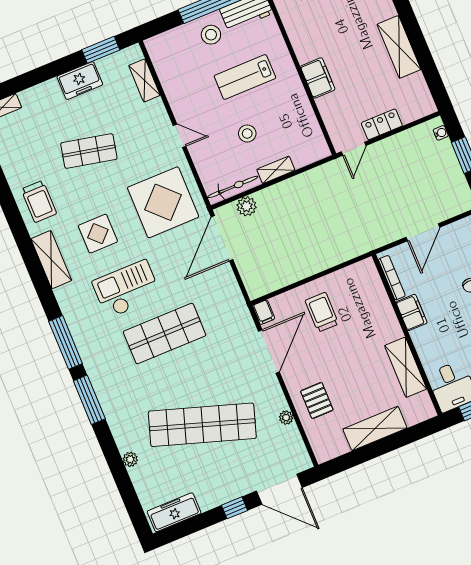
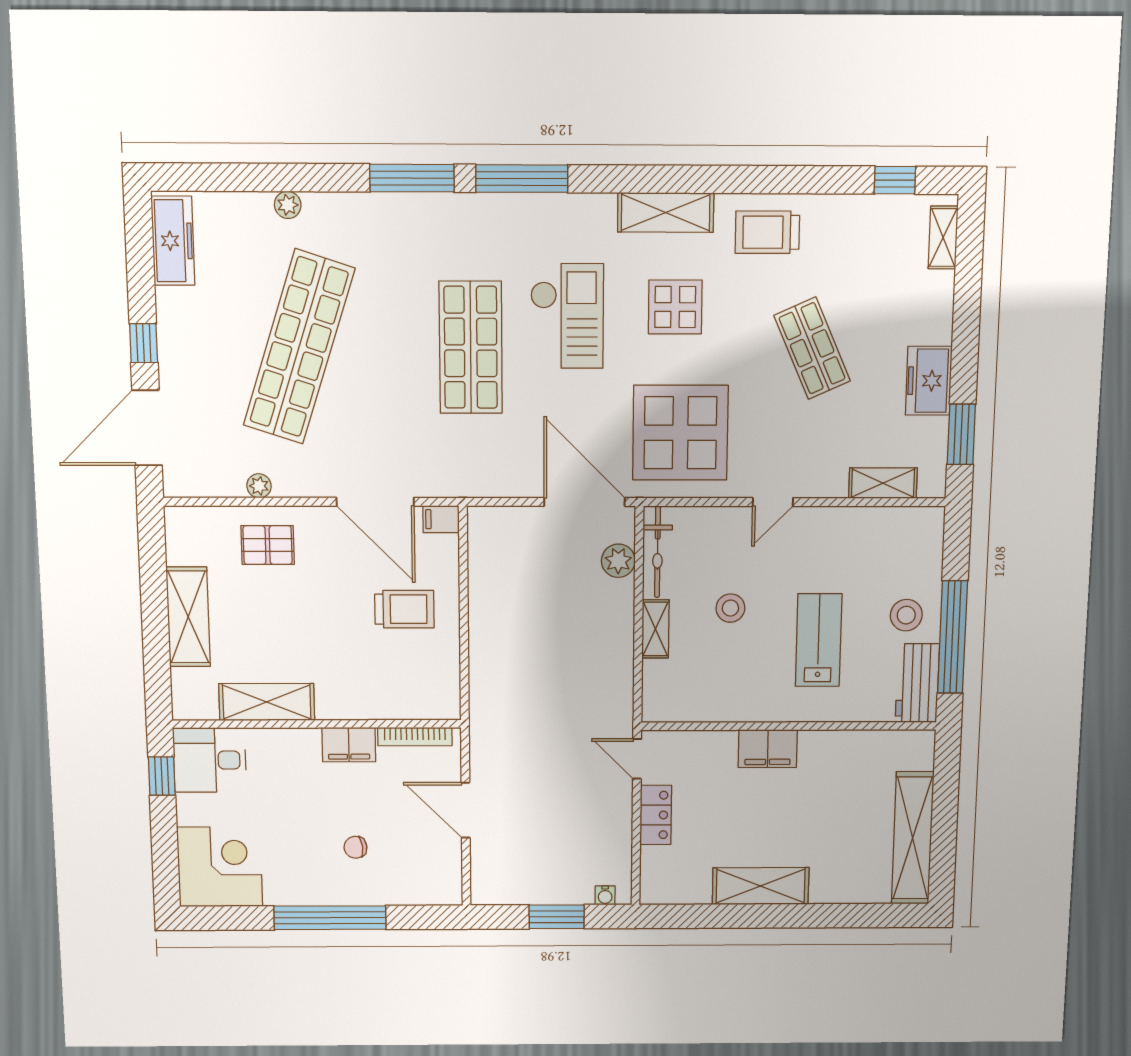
shop shelf: (89, 151) -> (812, 348), turned -36

